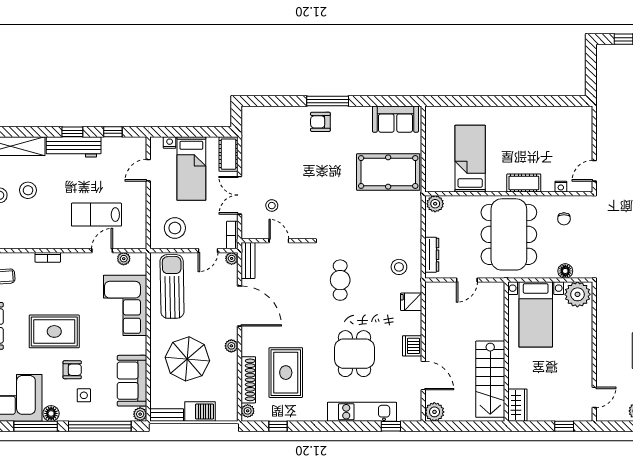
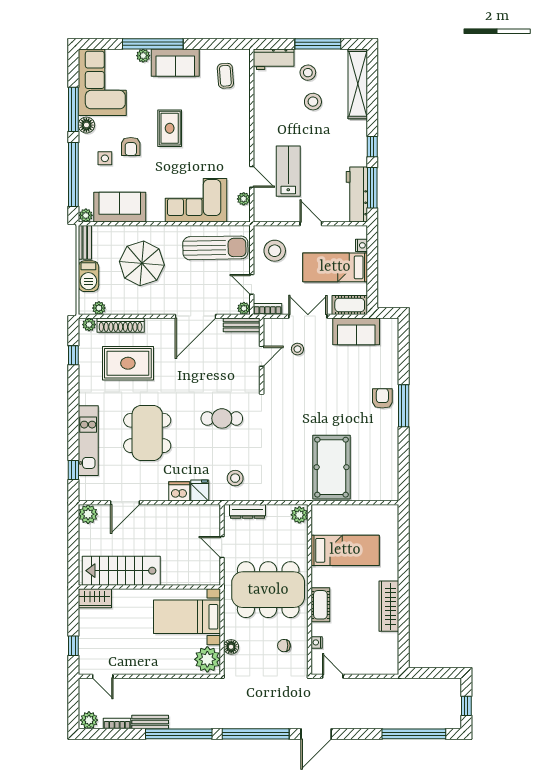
wardrobe: (525, 115) -> (389, 606), added
sofa: (395, 119) -> (356, 331), moved, turned -90
window: (113, 132) -> (372, 188), width x2.17
workbench: (74, 147) -> (357, 194), moved
door: (148, 170) -> (311, 224), moved
bookcase: (48, 257) -> (245, 122), removed
rug: (54, 331) -> (170, 128), width x0.73, depth x0.70
plant: (231, 346) -> (99, 308), moved
dishwasher: (412, 346) -> (179, 491), moved
dining table: (354, 354) -> (147, 433), width x1.38

